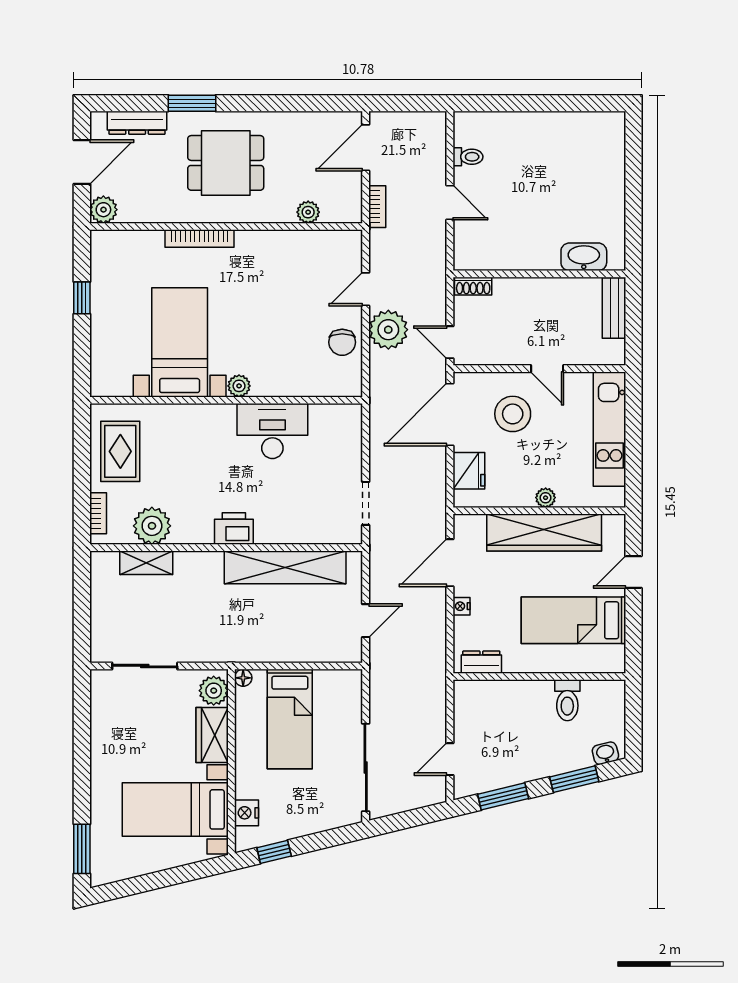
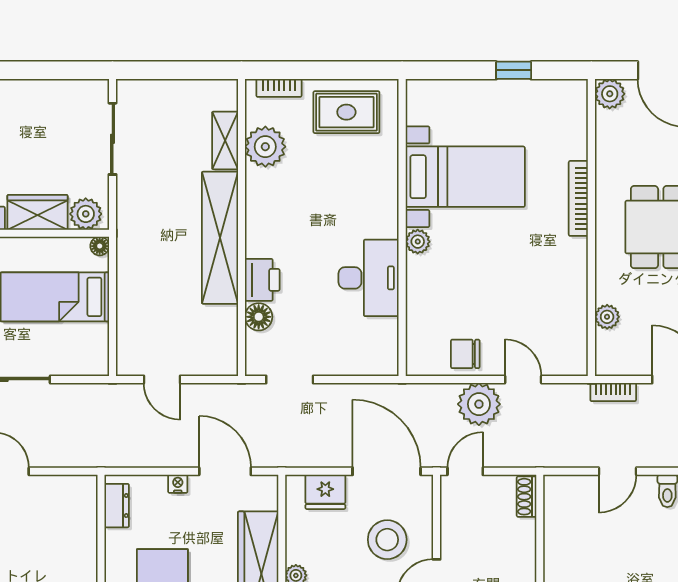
printer: (234, 529) -> (262, 280), moved
floor lamp: (308, 532) -> (259, 317), added
shelving: (285, 567) -> (220, 238), moved

